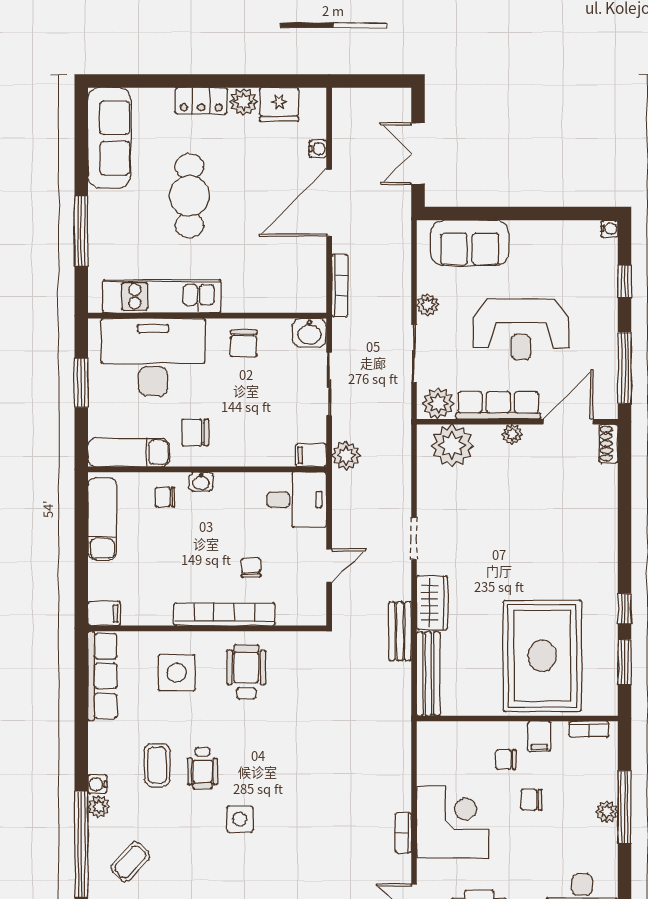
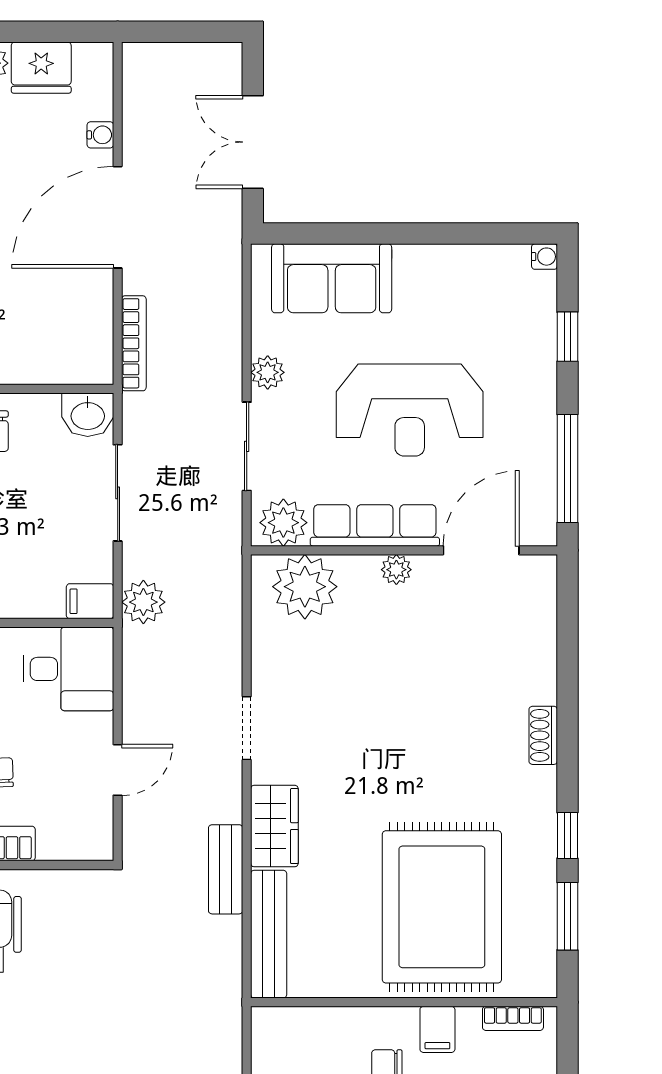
shoe rack: (609, 443) -> (543, 735), moved

